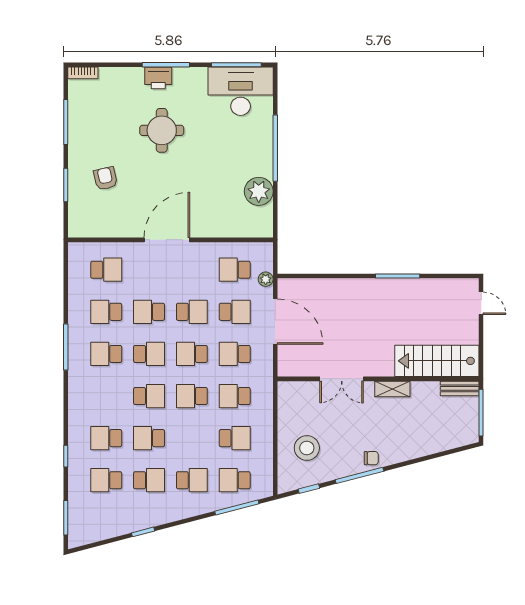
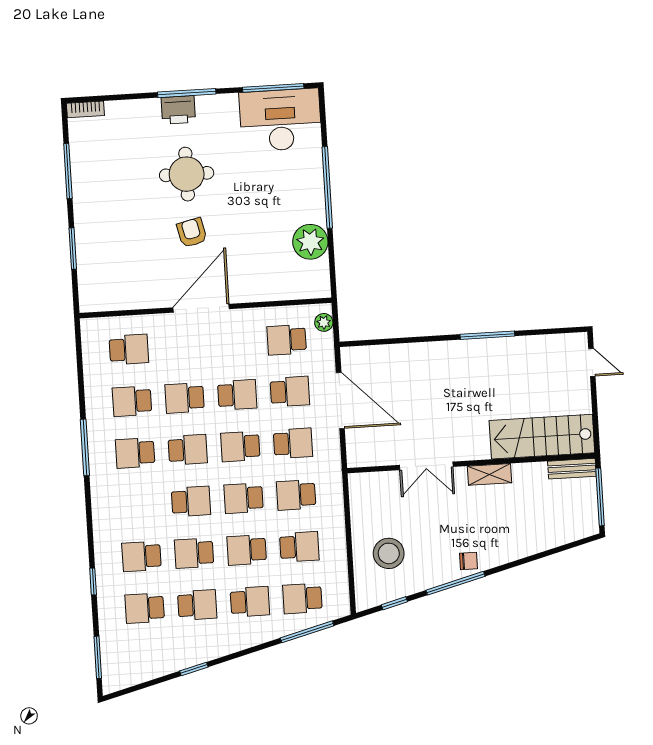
armchair: (105, 178) -> (192, 233), moved
plant: (266, 279) -> (324, 322), moved
school desk: (235, 354) -> (293, 443), turned 180
school desk: (192, 438) -> (247, 550), added

